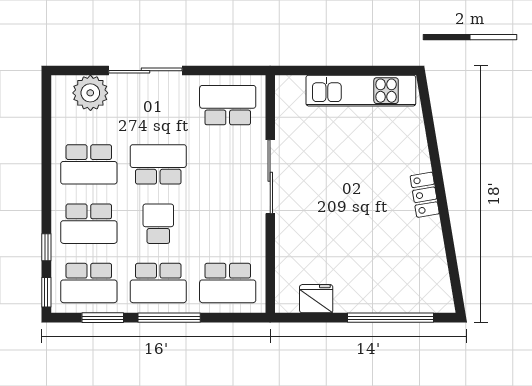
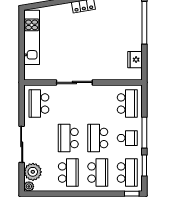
plant: (61, 85) -> (29, 186), added
school desk: (158, 224) -> (98, 138), width x1.85
window: (46, 247) -> (109, 194), removed
school desk: (158, 283) -> (127, 138), width x0.54

